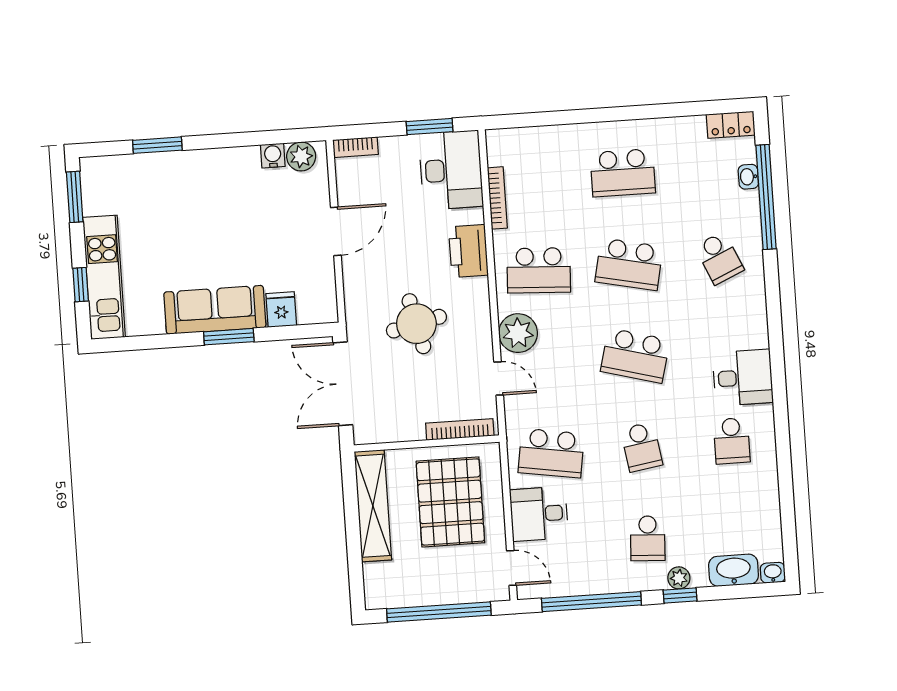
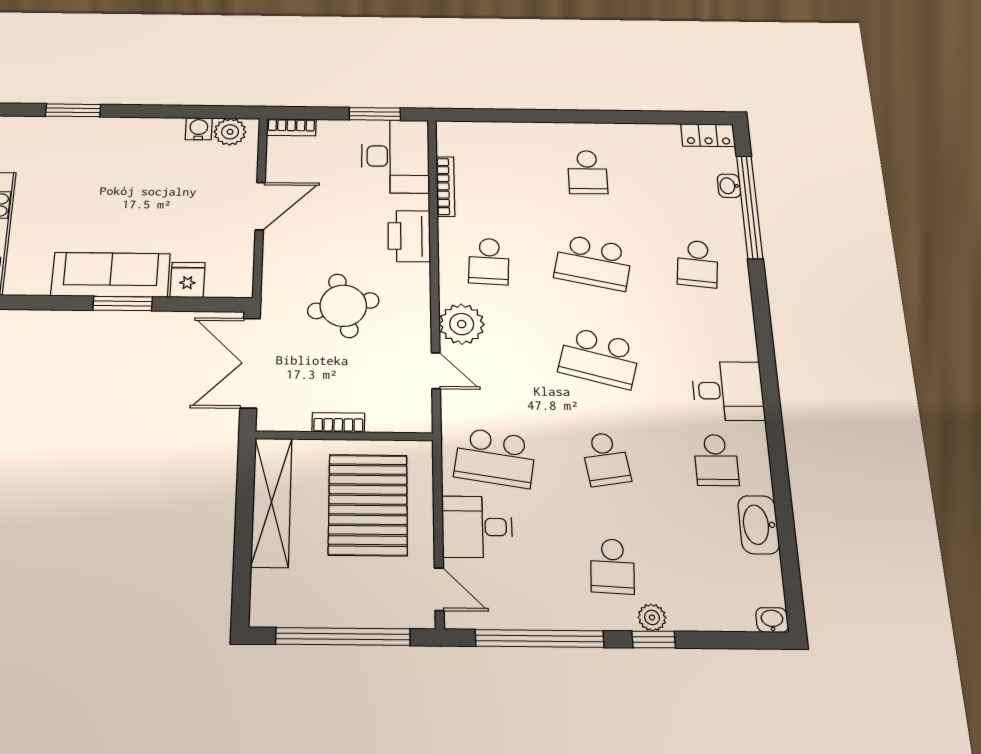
school desk: (623, 173) -> (588, 172), width x0.54
school desk: (719, 258) -> (697, 264), turned 30
school desk: (539, 270) -> (489, 261), width x0.54
bookcase: (460, 429) -> (338, 423), moved, width x0.64
washbasin: (734, 570) -> (759, 525), moved, turned -90

